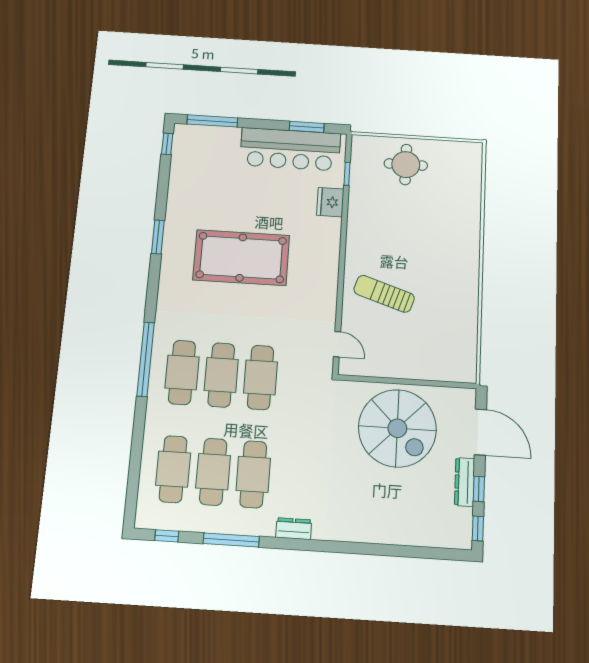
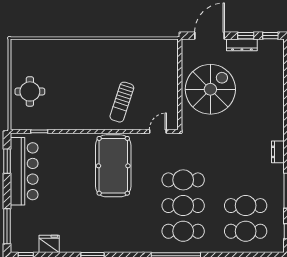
fridge: (330, 202) -> (49, 244), moved, turned 180
pool table: (241, 258) -> (113, 166), moved
cafe table: (253, 474) -> (246, 180), removed

